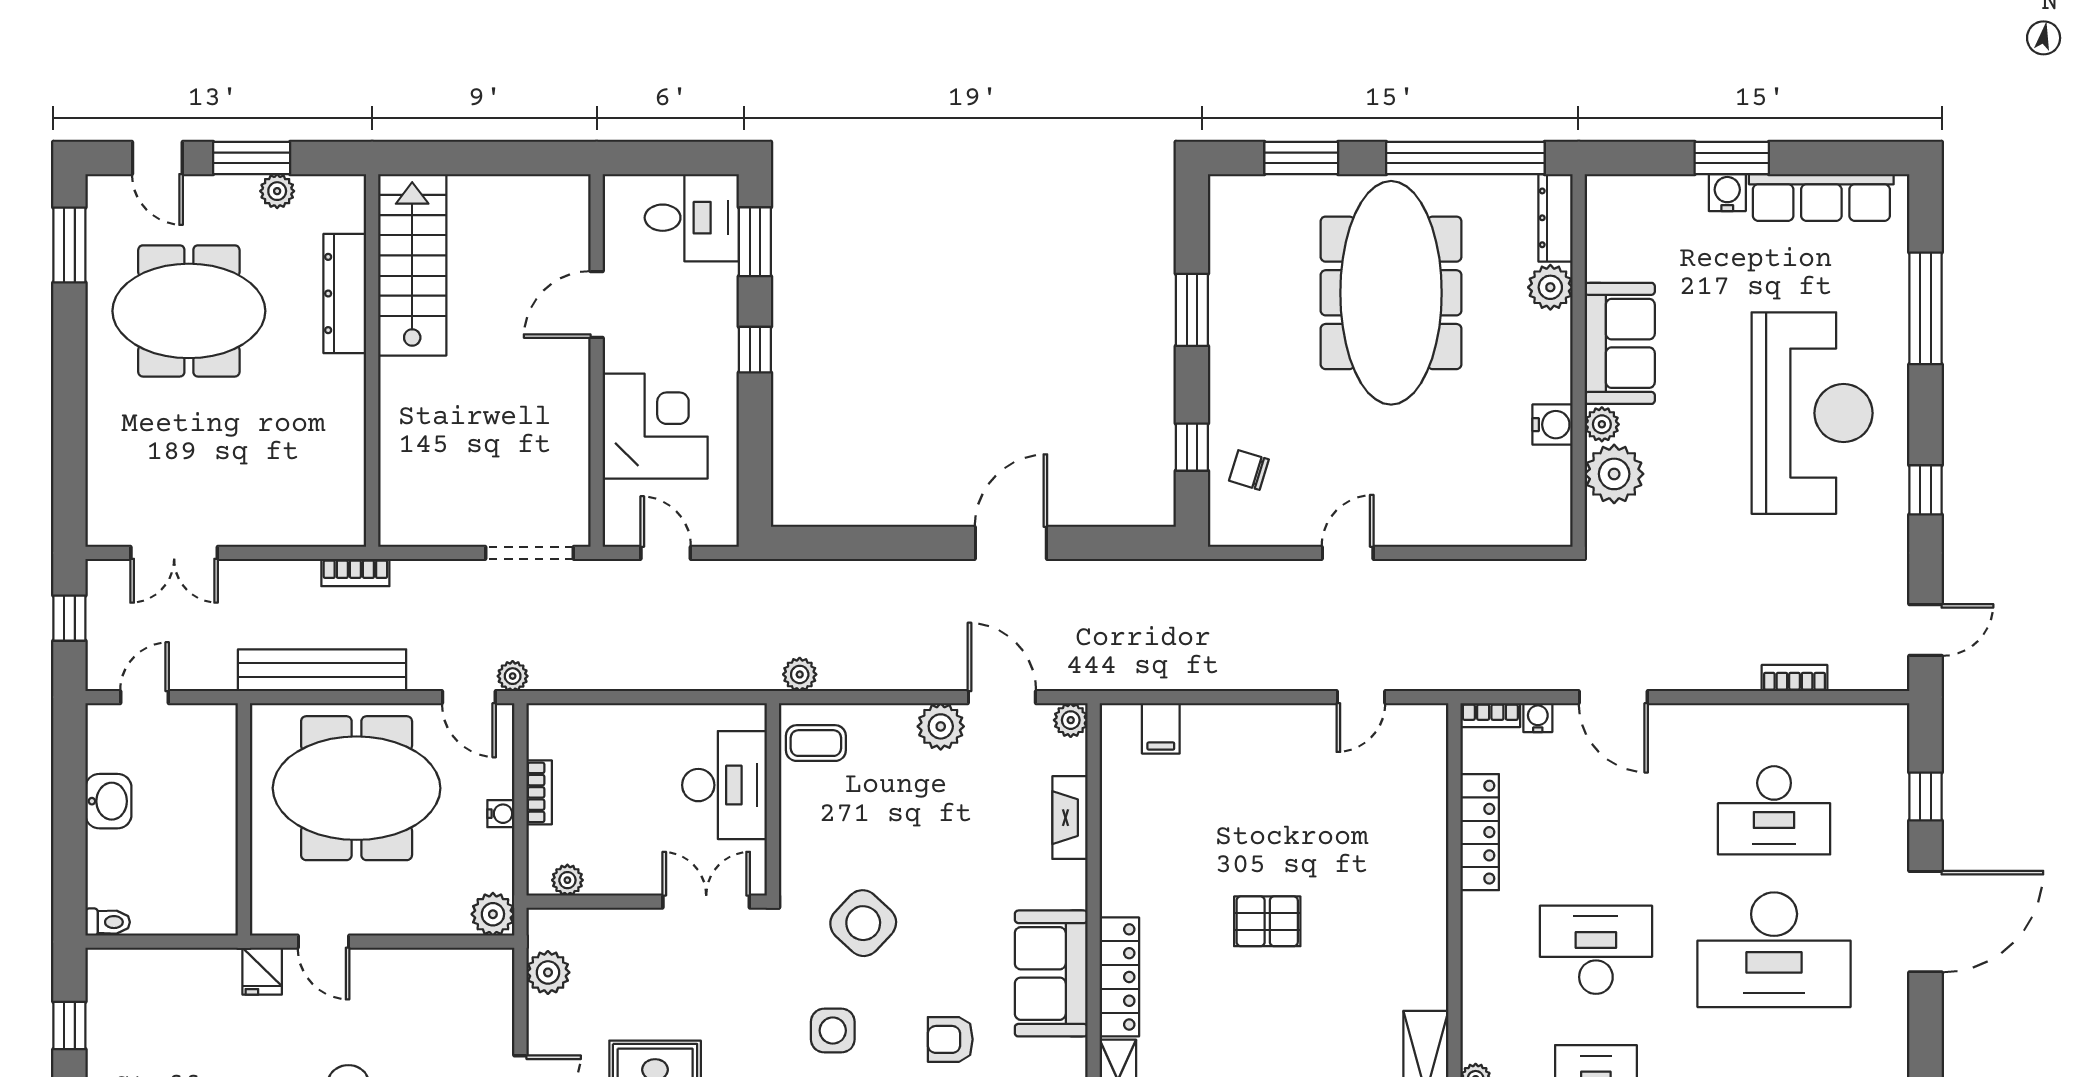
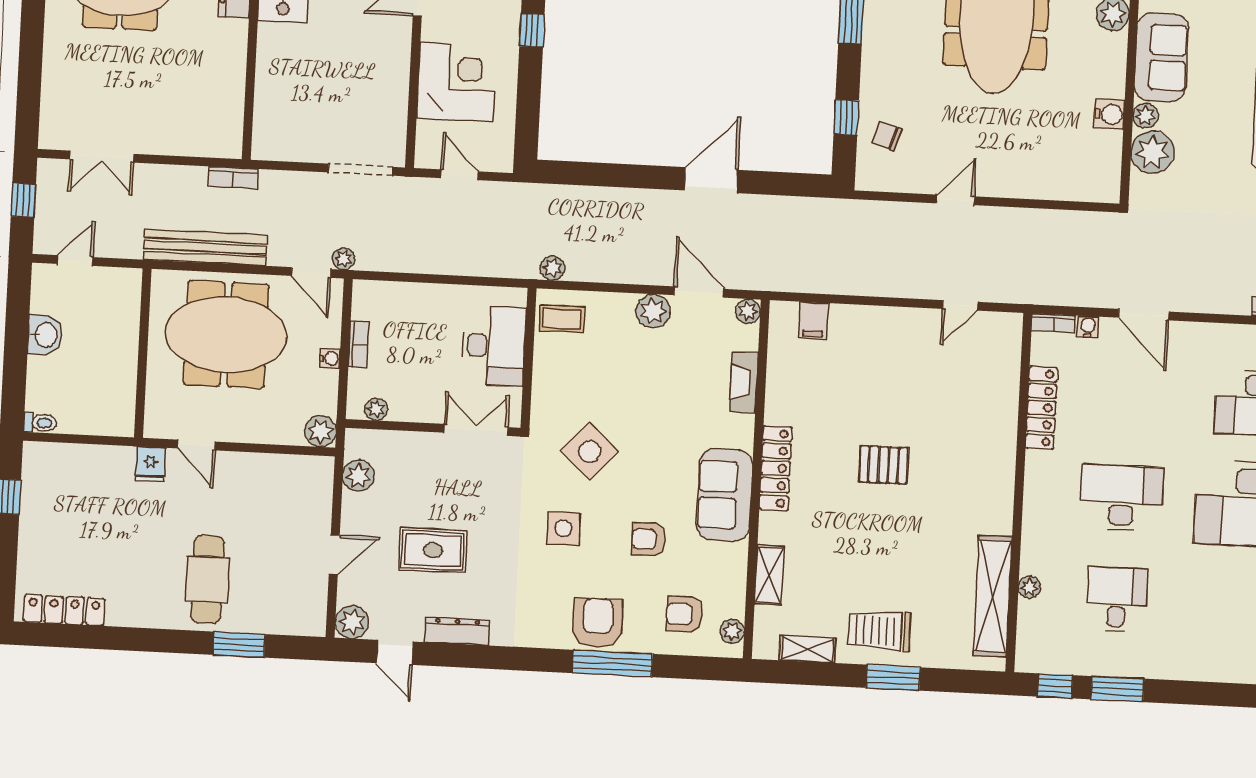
locker: (1119, 977) -> (776, 468), moved

